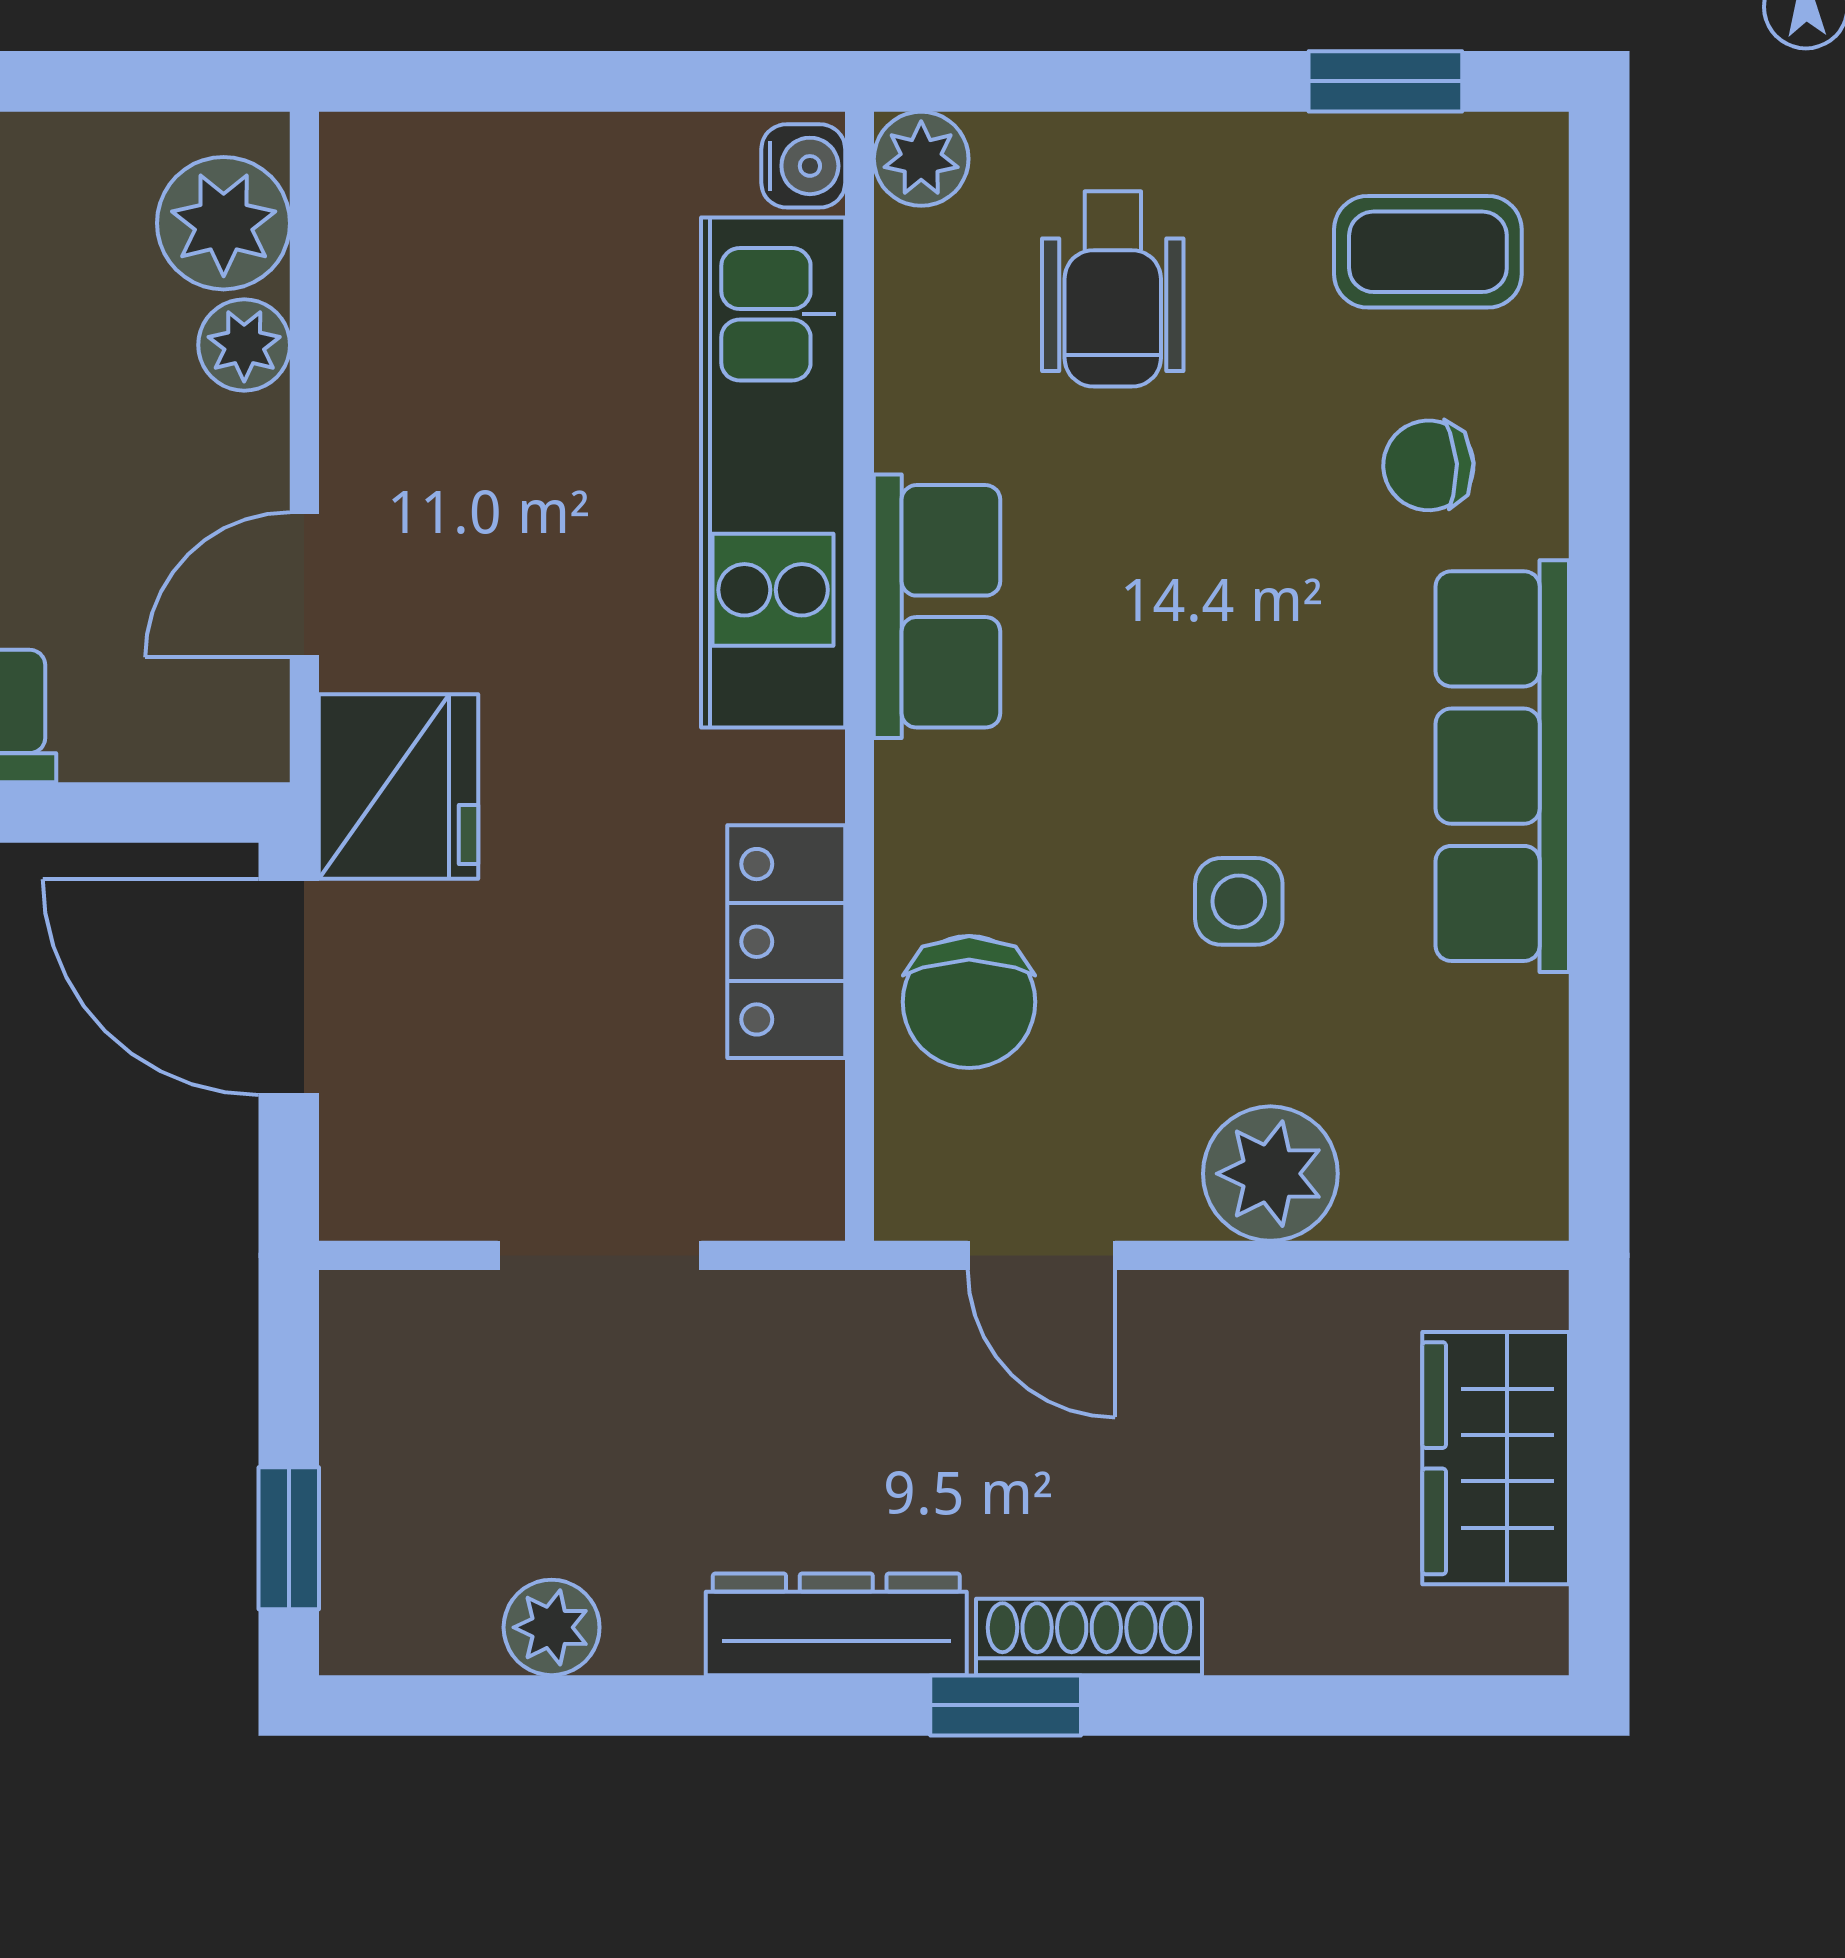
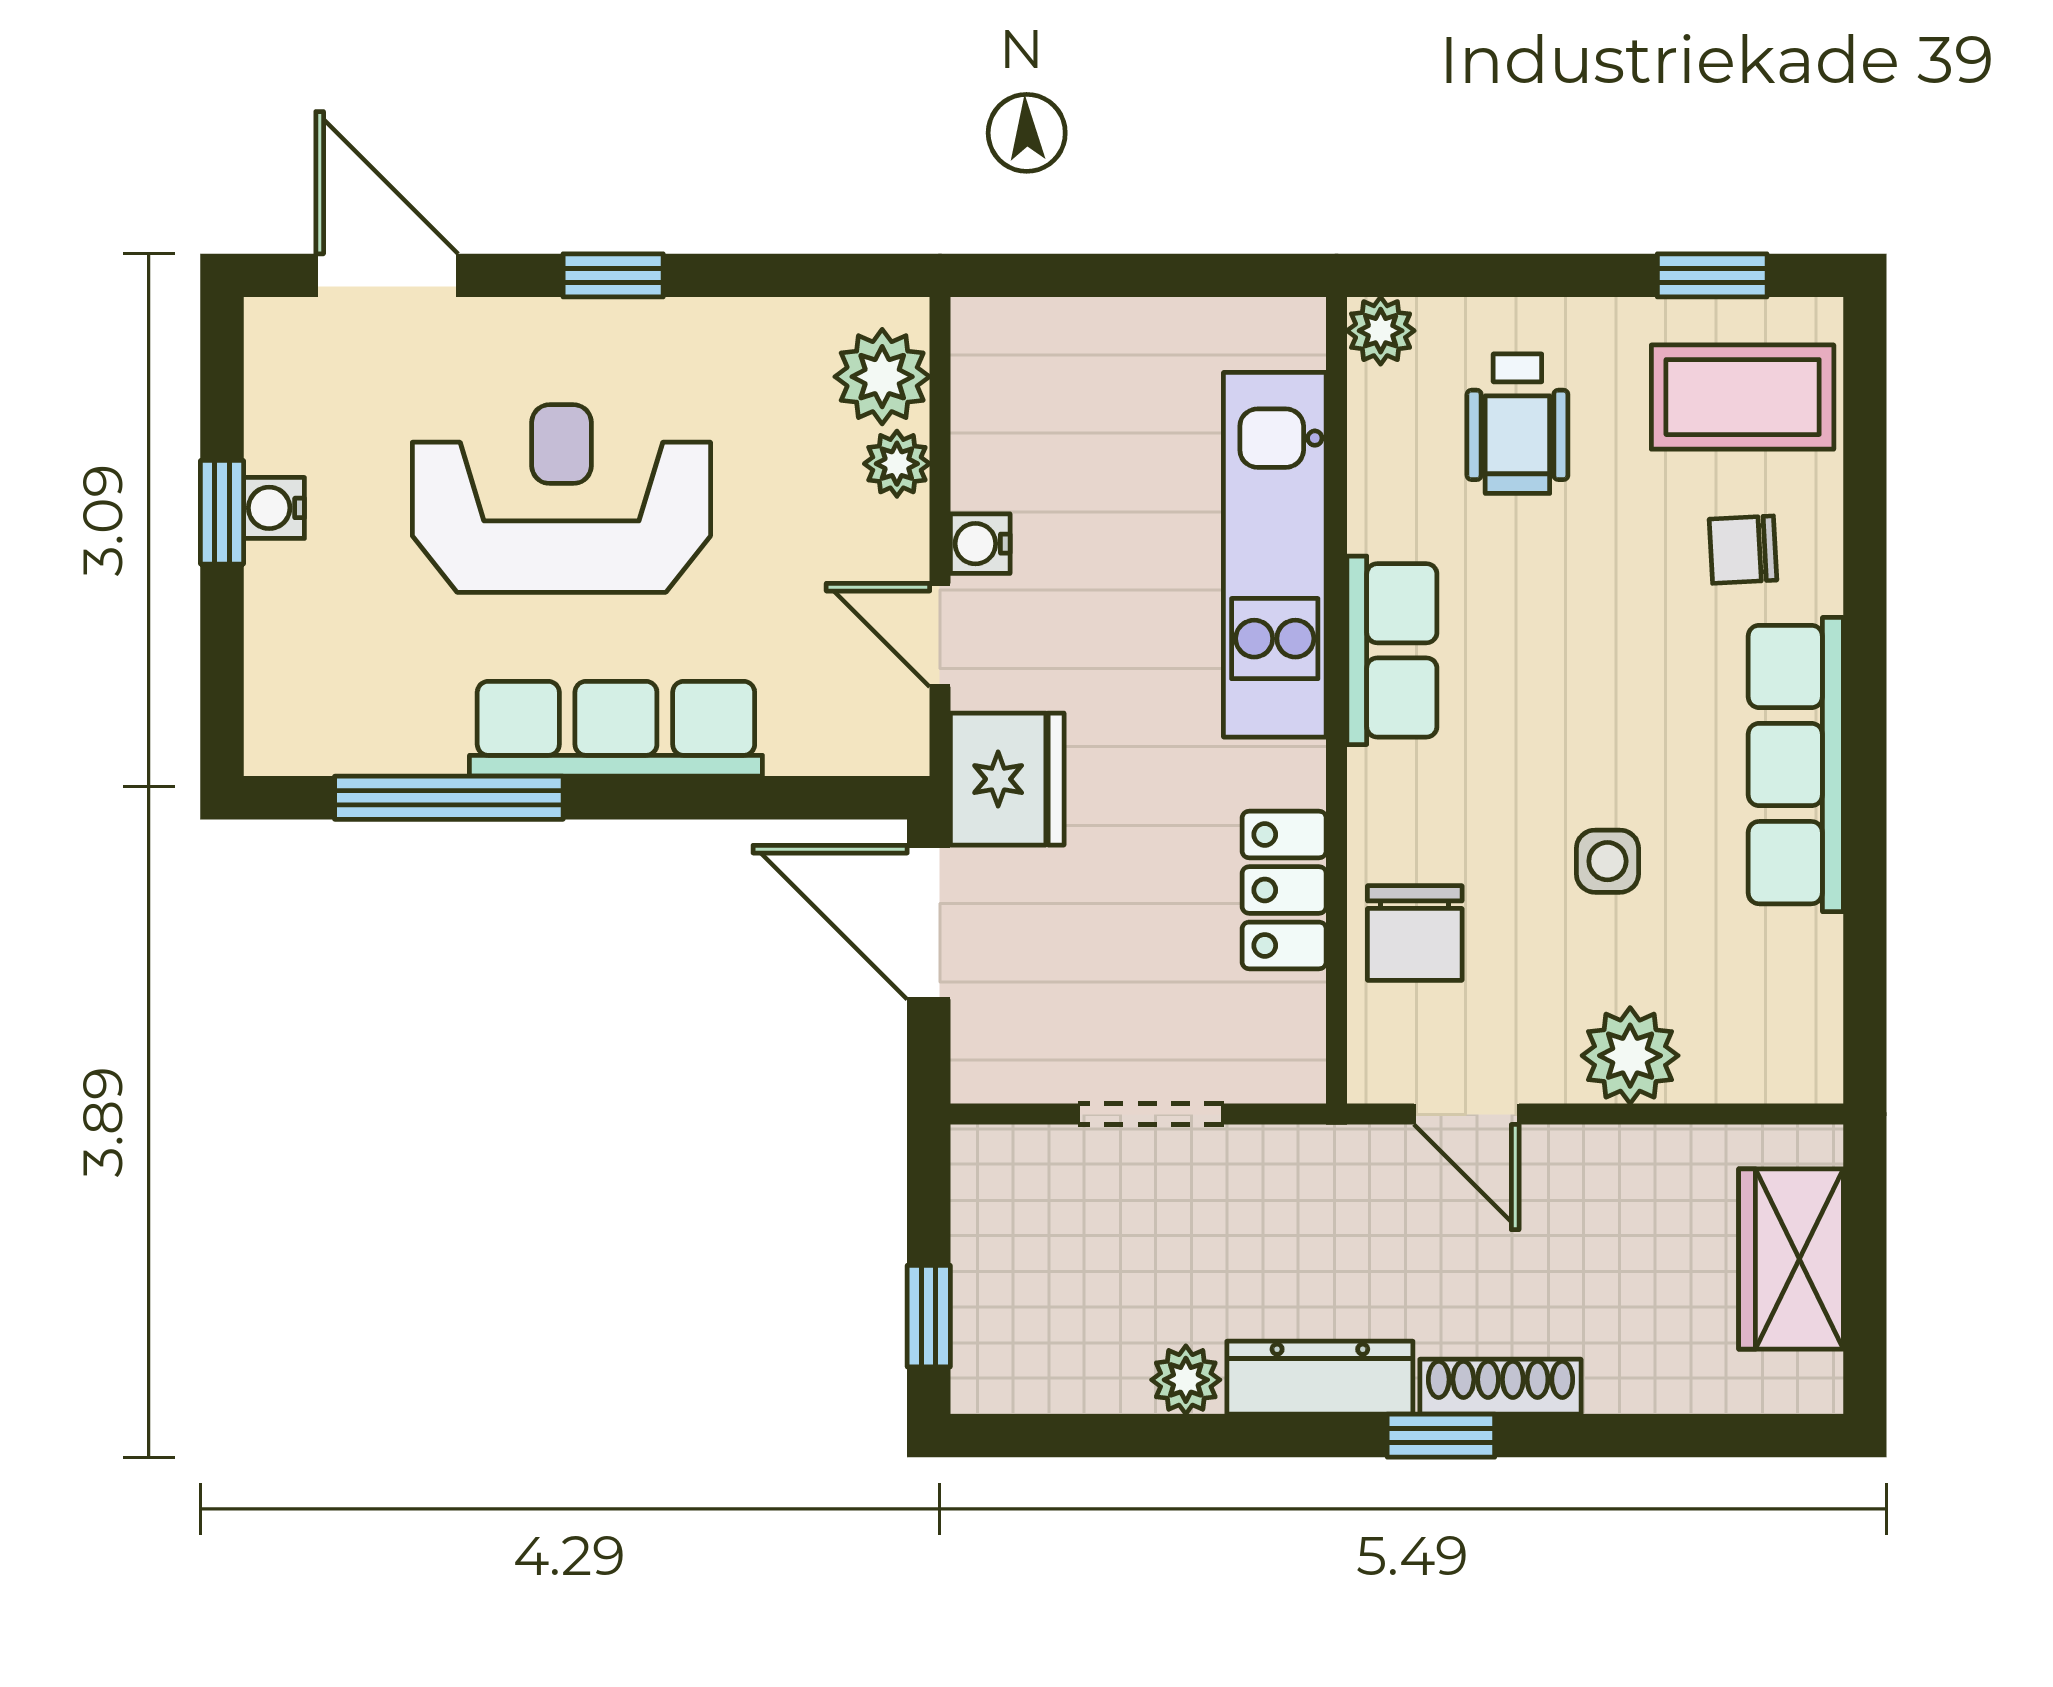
water cooler: (803, 166) -> (980, 544), moved, turned 180
coffee table: (1428, 252) -> (1743, 397), width x1.36, depth x1.30
door: (304, 585) -> (940, 635), hinge flipped
plant: (552, 1627) -> (1186, 1380), moved

